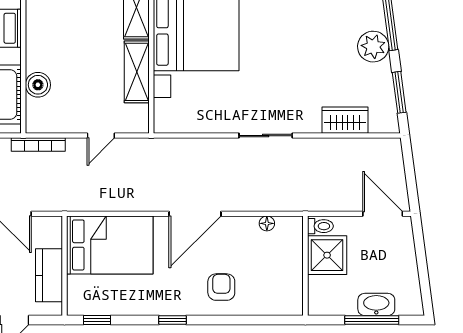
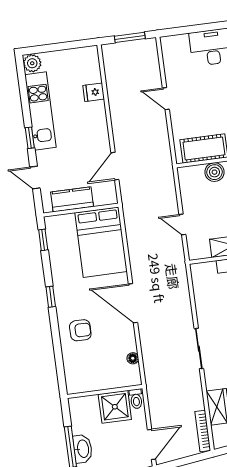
bookcase: (38, 145) -> (203, 431), moved

